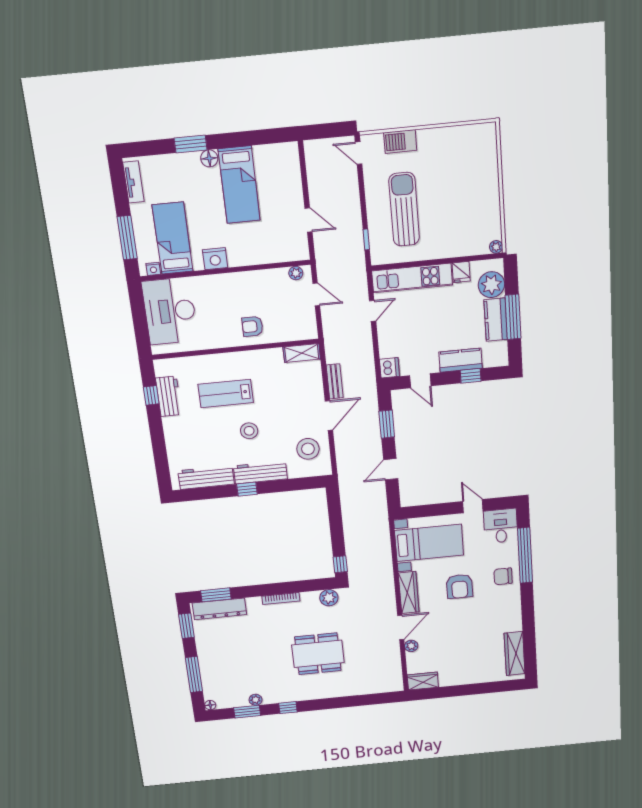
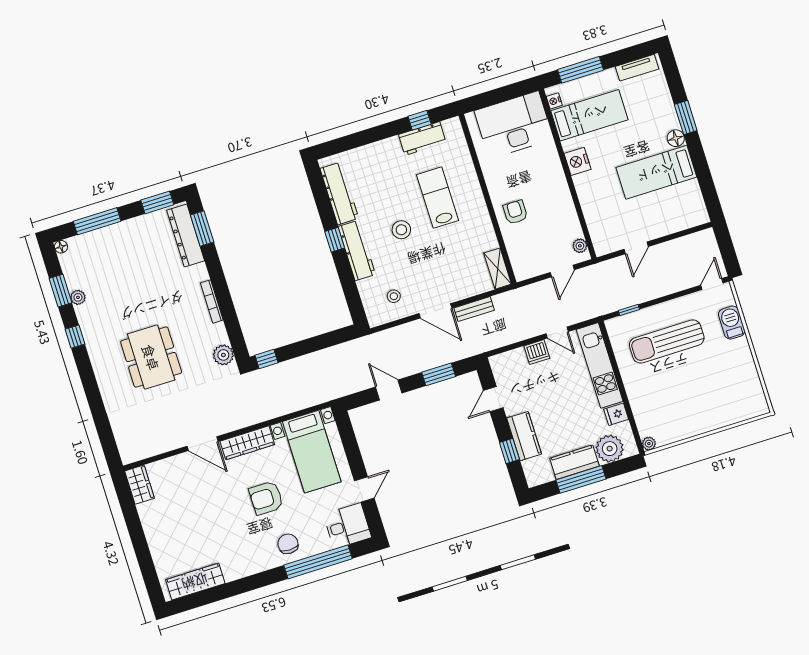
sun lounger: (404, 209) -> (667, 341), turned 180
dishwasher: (389, 368) -> (537, 352), moved
stool: (308, 449) -> (394, 296), width x0.53, depth x0.53
plant: (411, 646) -> (182, 461), removed

